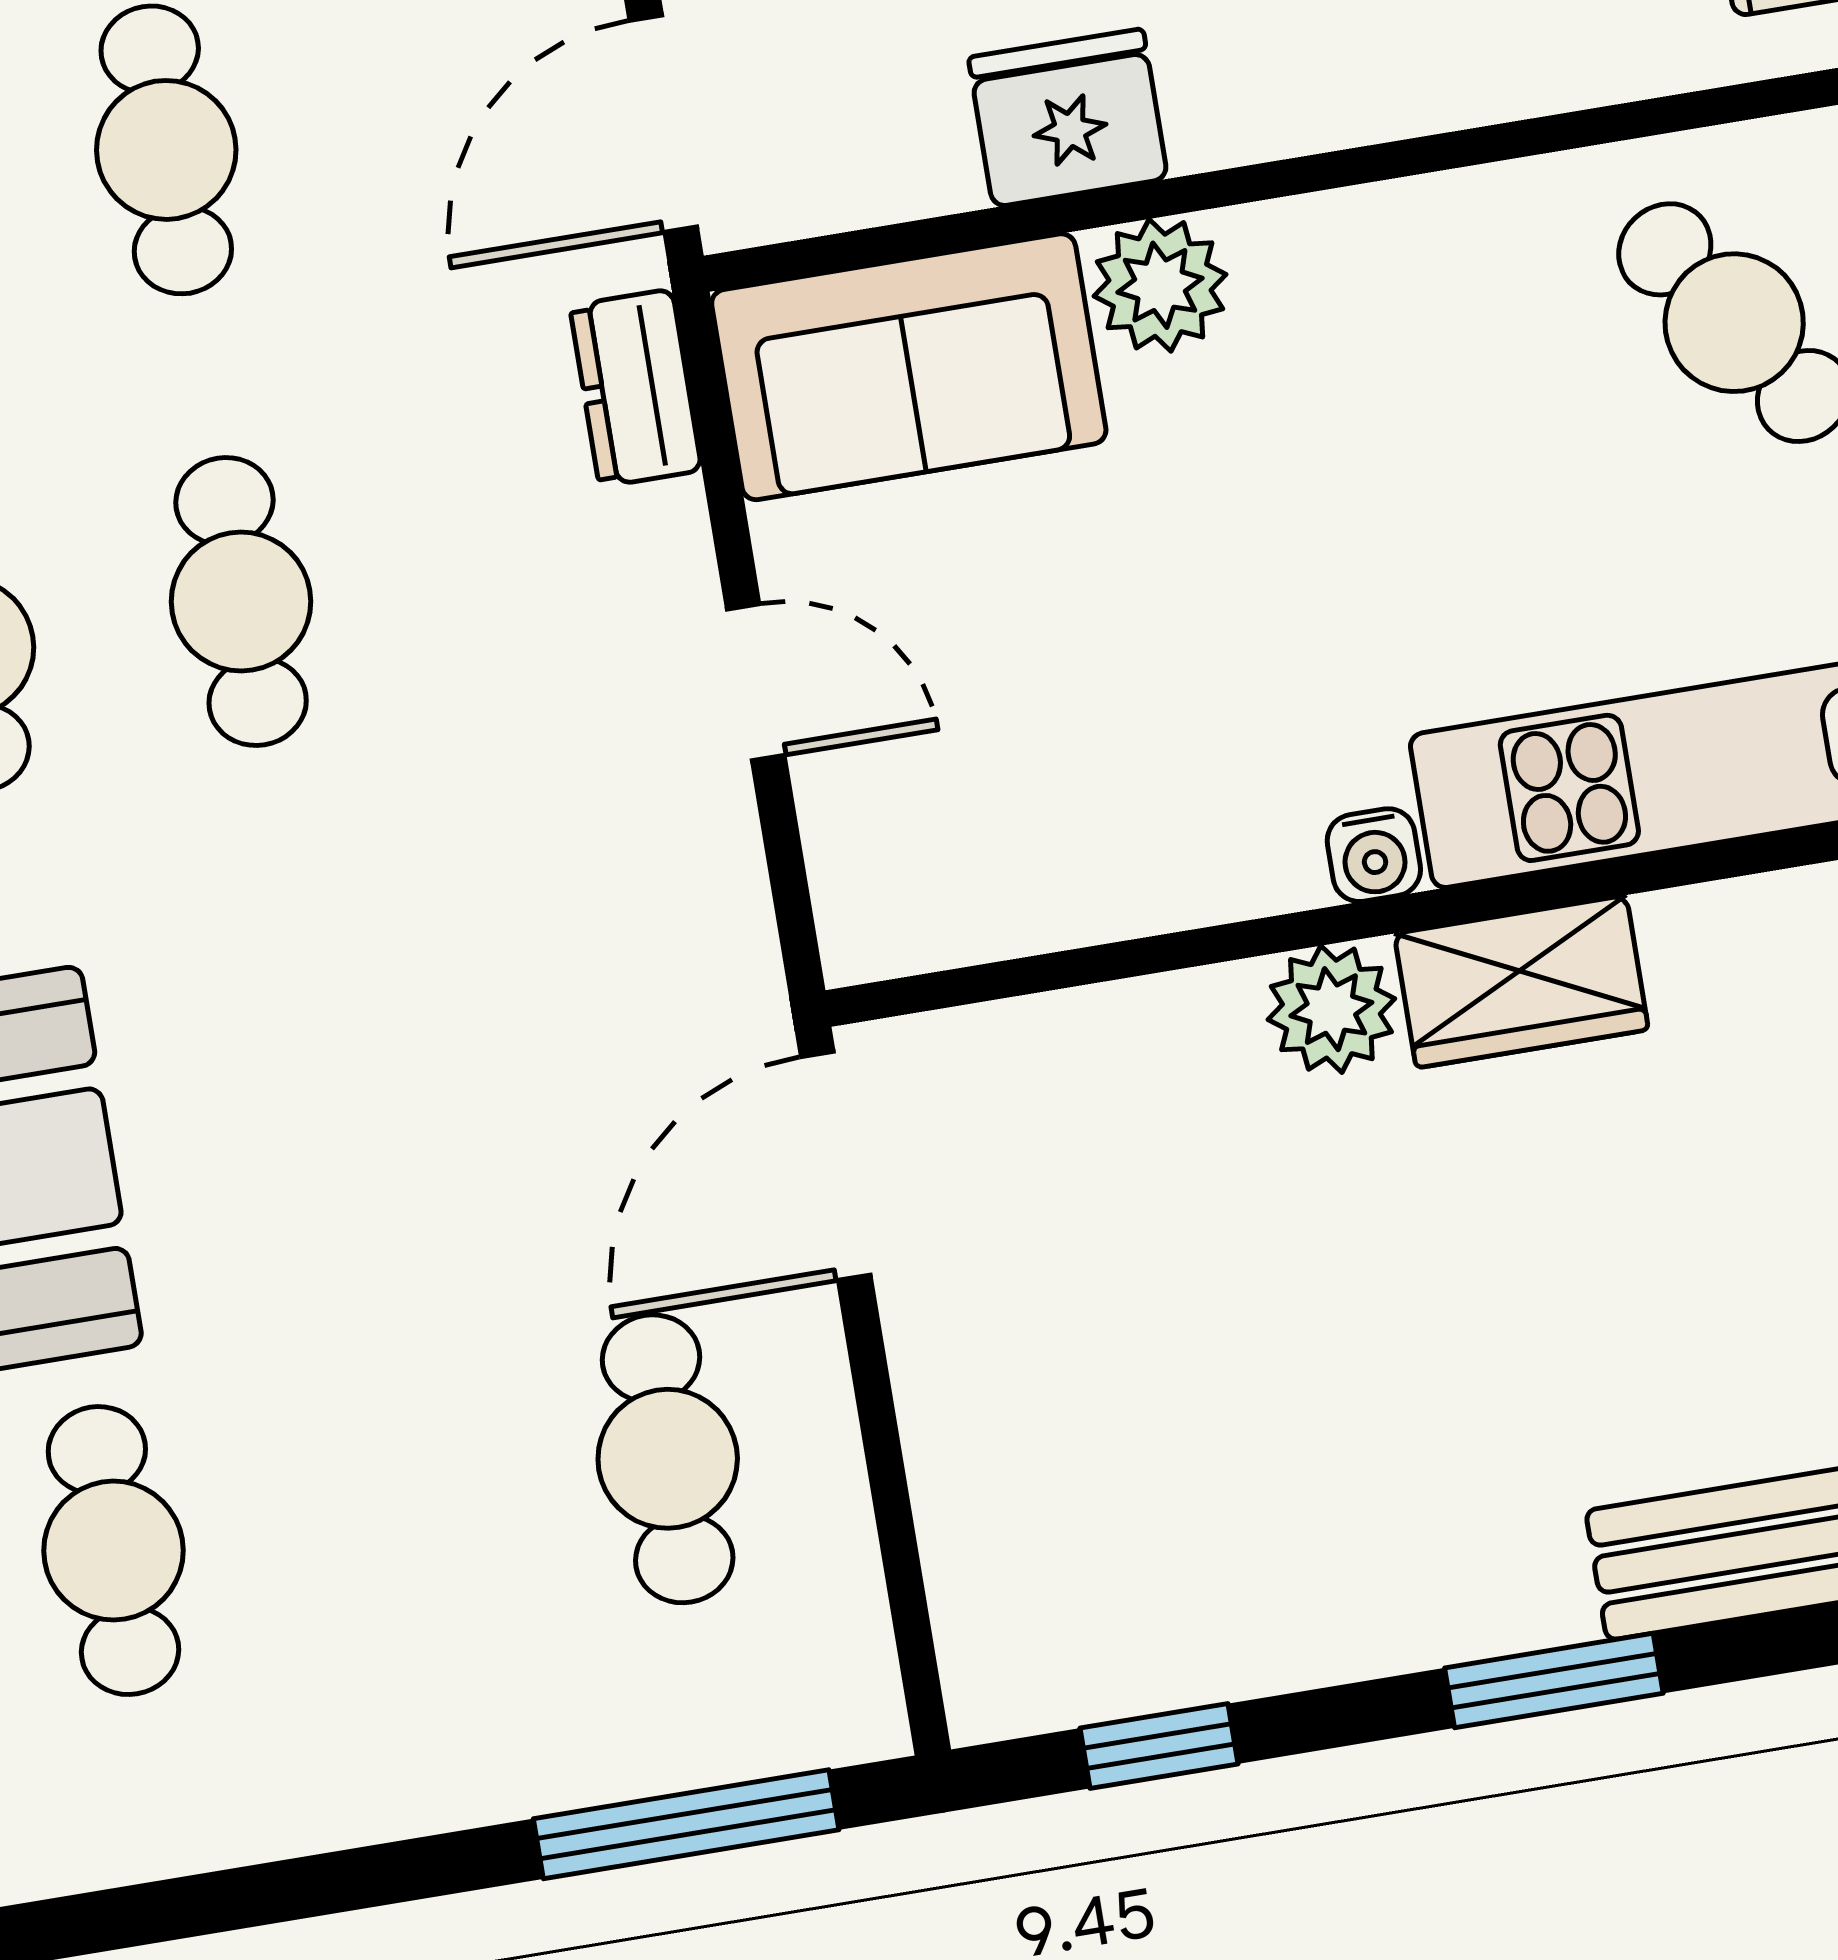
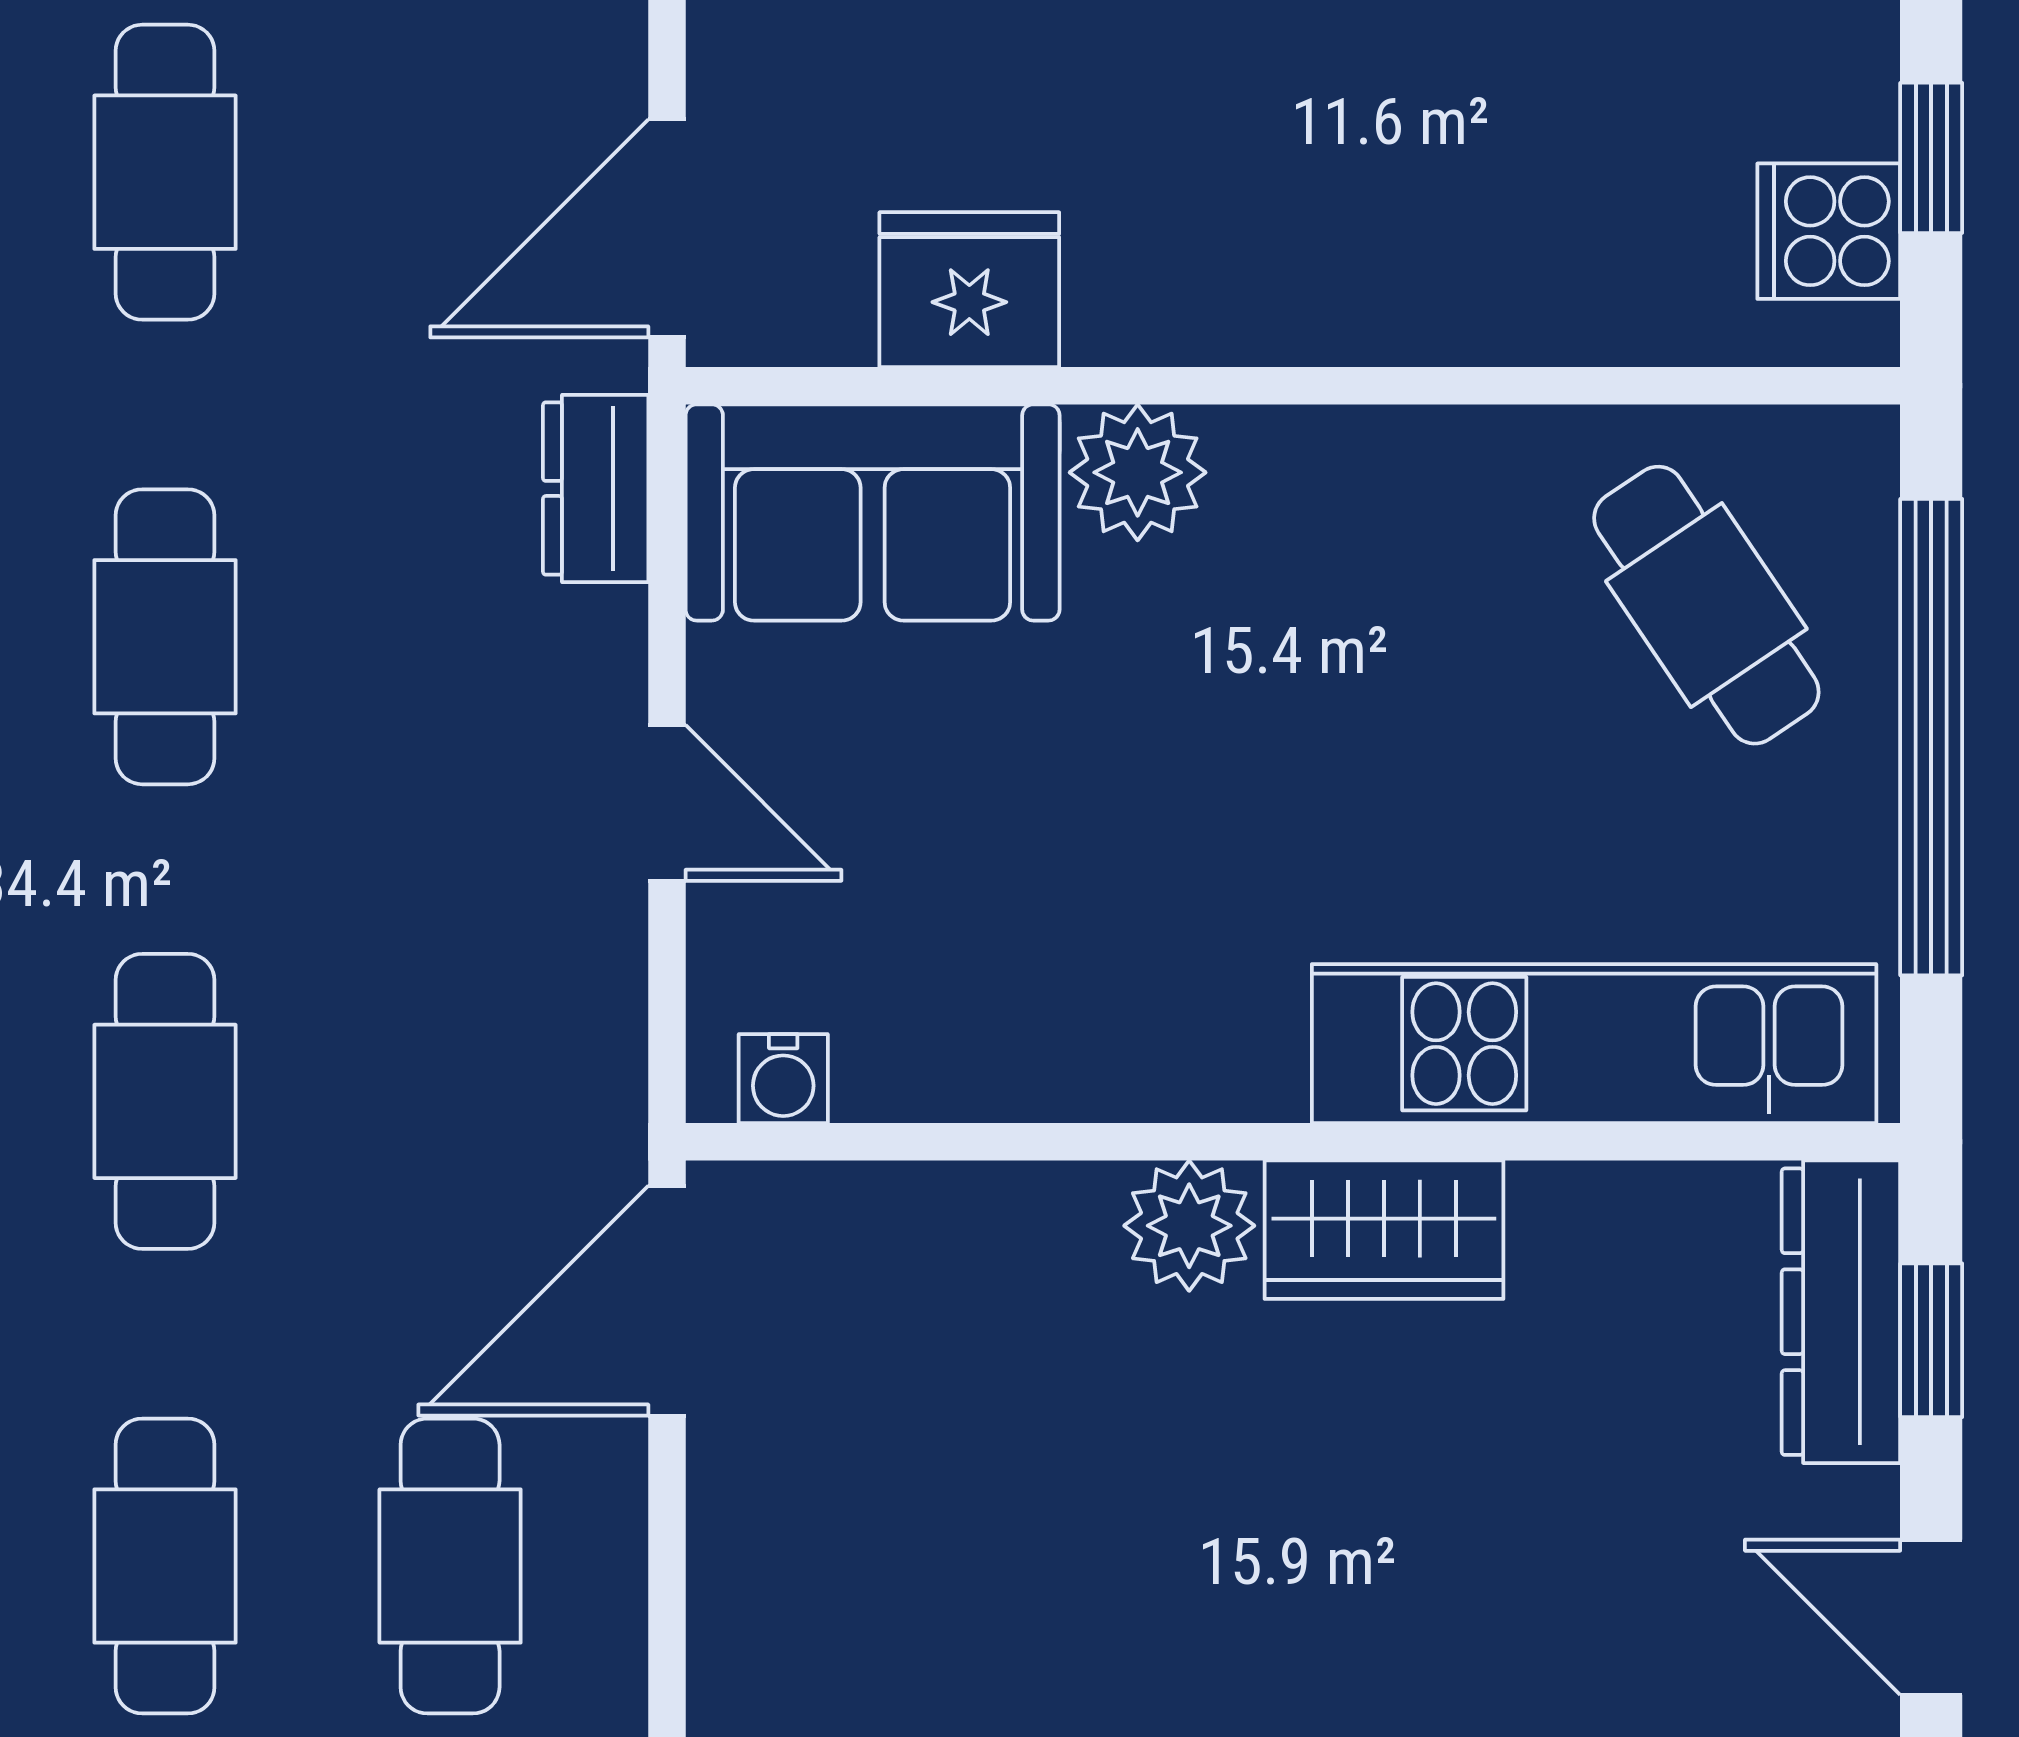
fridge: (1068, 118) -> (969, 290), moved
water cooler: (1374, 855) -> (783, 1079), moved
cafe table: (316, 1053) -> (165, 1101), added
cafe table: (391, 1505) -> (165, 1566), added

